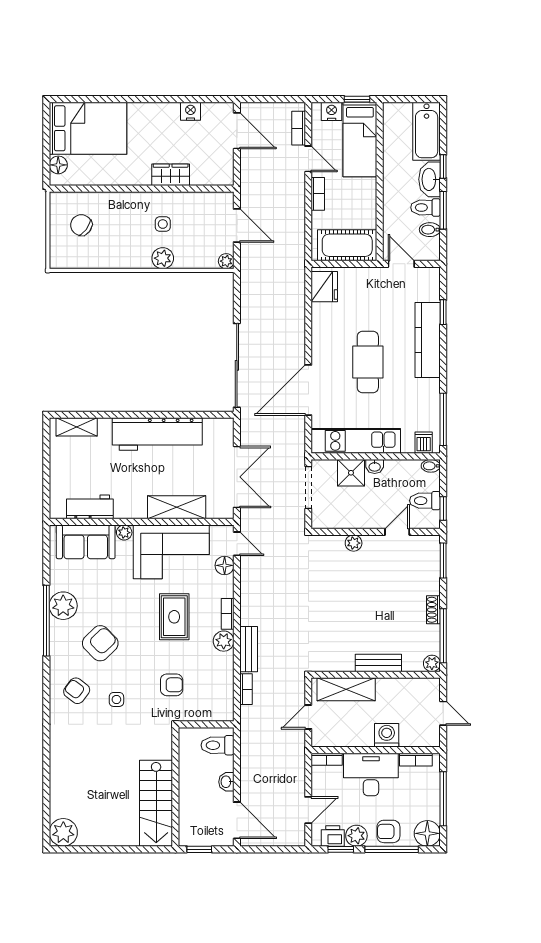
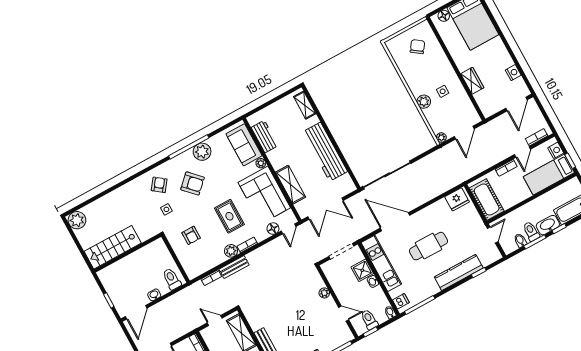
rug: (174, 617) -> (229, 216), turned 90
wall: (175, 787) -> (128, 253), moved
stairs: (156, 803) -> (113, 247), moved

